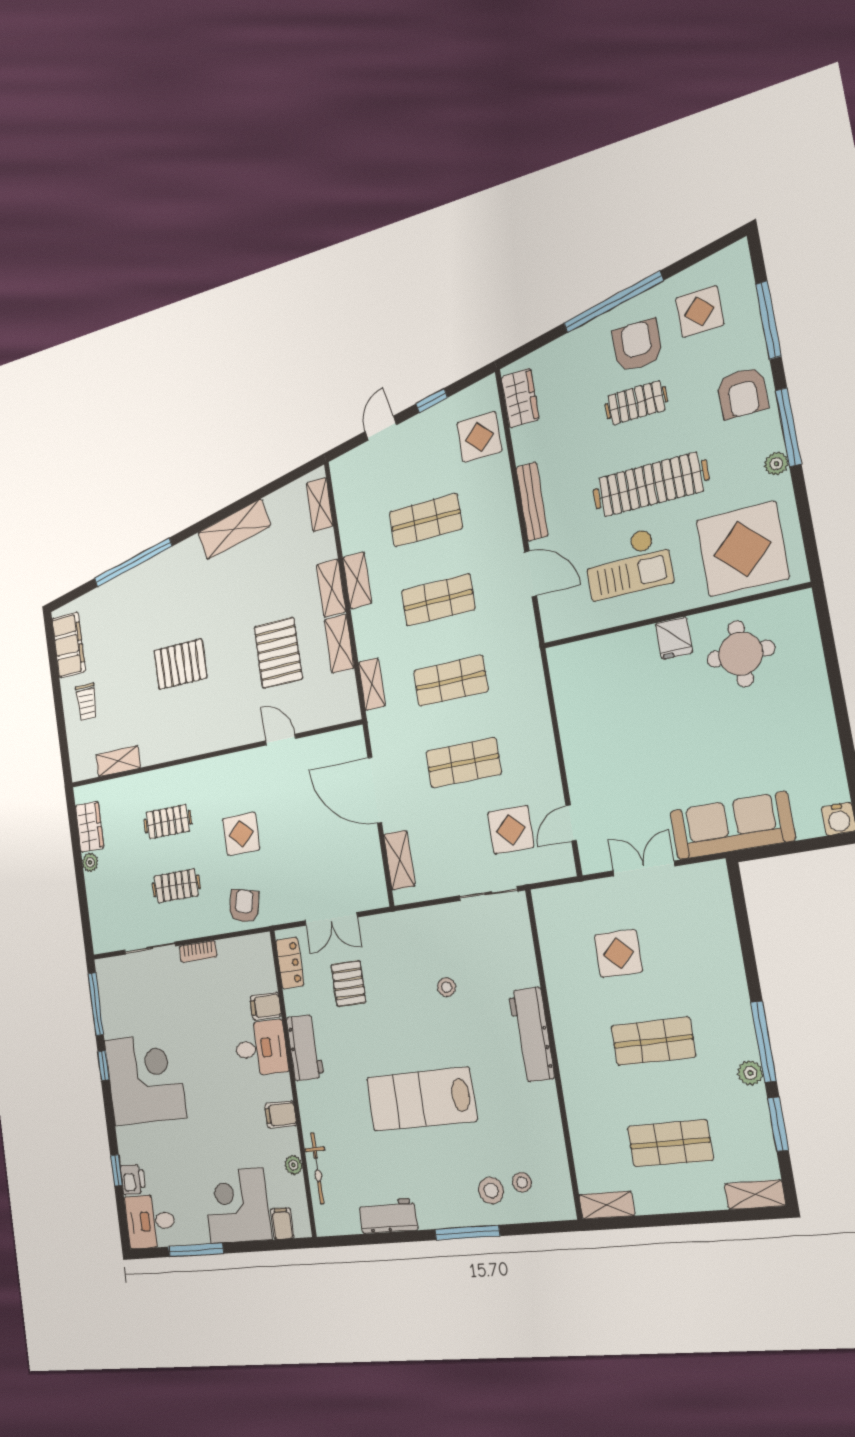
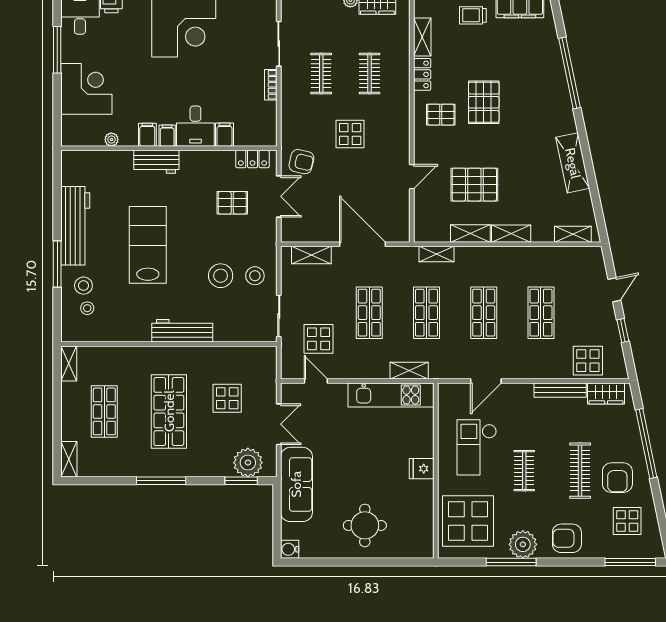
window: (613, 302) -> (646, 444), moved
window: (768, 320) -> (630, 562), moved
armchair: (637, 346) -> (617, 478), turned 90
clothes rail: (636, 403) -> (580, 471), width x1.36
window: (788, 427) -> (511, 562), moved
door: (381, 428) -> (614, 290), hinge flipped
plant: (776, 464) -> (523, 544), width x1.87, depth x1.87
clothes rail: (650, 485) -> (524, 471), width x0.54, depth x0.76
bench: (532, 501) -> (560, 390), moved
shelving: (357, 580) -> (409, 371), moved
round table: (741, 654) -> (365, 525), moved
kitchen unit: (573, 707) -> (391, 395), added
pallet: (202, 717) -> (441, 115), added
locker: (160, 752) -> (422, 74), added
door: (375, 790) -> (363, 244), hinge flipped
armchair: (244, 906) -> (301, 162), moved
double door: (331, 919) -> (279, 196), swing flipped
stool: (439, 937) -> (255, 276), added
stool: (447, 987) -> (221, 276), width x1.89, depth x1.89
shop shelf: (653, 1041) -> (169, 411), width x1.43, depth x1.36
workbench: (305, 1048) -> (156, 162), moved
plant: (750, 1073) -> (248, 463), moved, width x1.87, depth x1.87
window: (778, 1124) -> (241, 481), moved
bicycle: (317, 1168) -> (108, 158), removed
workbench: (388, 1216) -> (75, 226), width x1.88, depth x1.32
filing cabinet: (282, 1224) -> (167, 136), moved, turned -90

